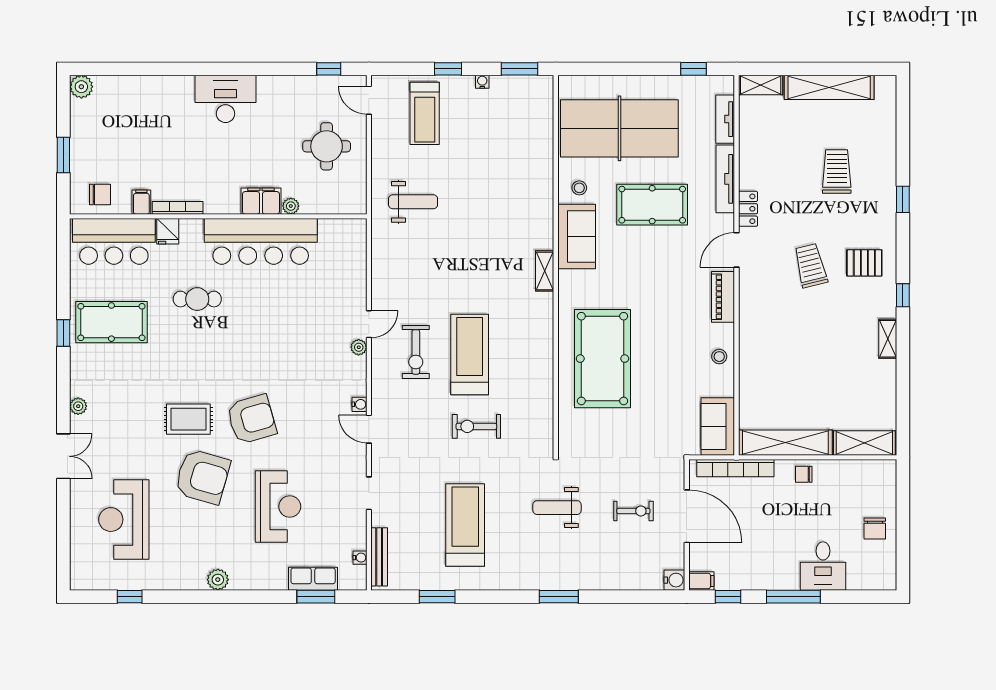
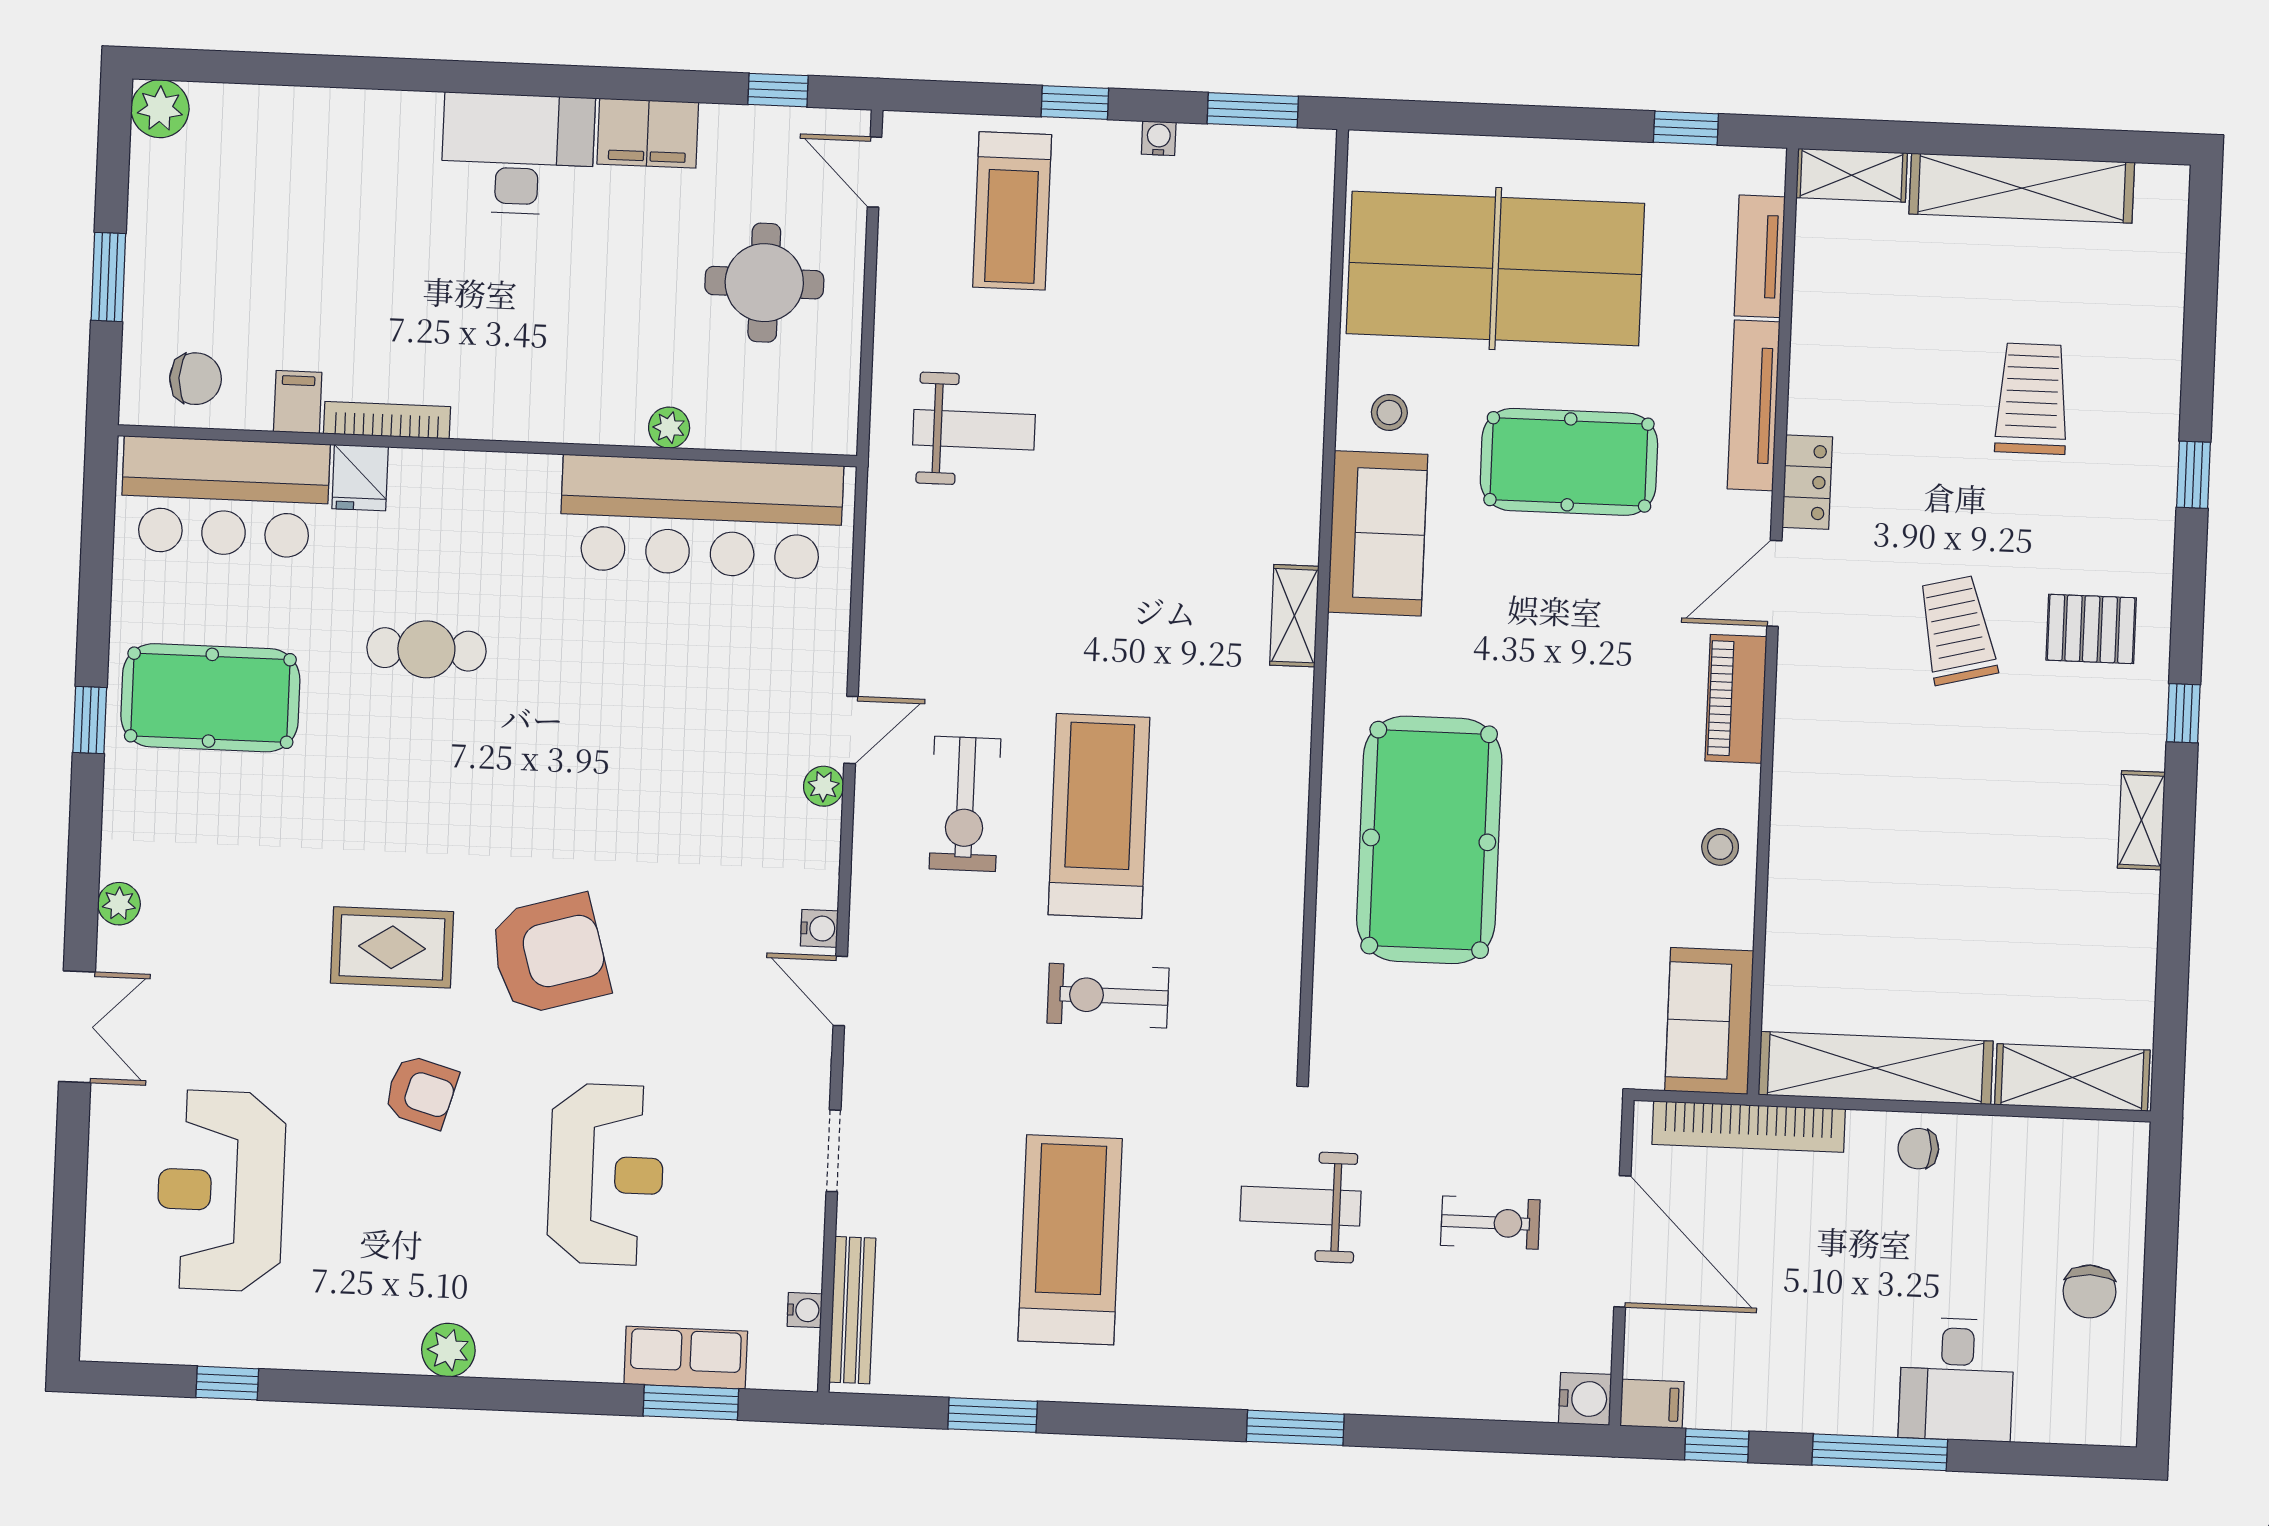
filing cabinet: (261, 201) -> (648, 133), moved, turned 180
bar counter: (261, 241) -> (701, 517), moved
armchair: (202, 477) -> (421, 1092), width x0.53, depth x0.53

